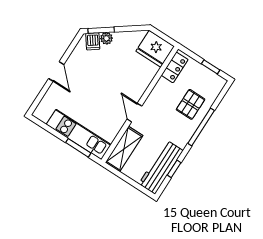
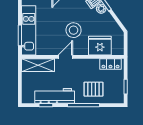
fridge: (155, 49) -> (100, 46), moved, turned 90
stool: (111, 84) -> (74, 30), added
workbench: (161, 167) -> (55, 96), moved

